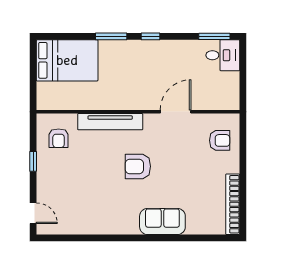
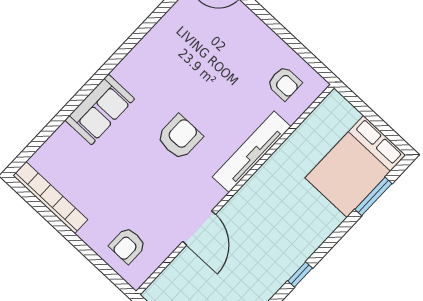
window: (111, 36) -> (373, 196), moved
armchair: (59, 138) -> (284, 83), turned 180
window: (33, 161) -> (285, 35), removed

